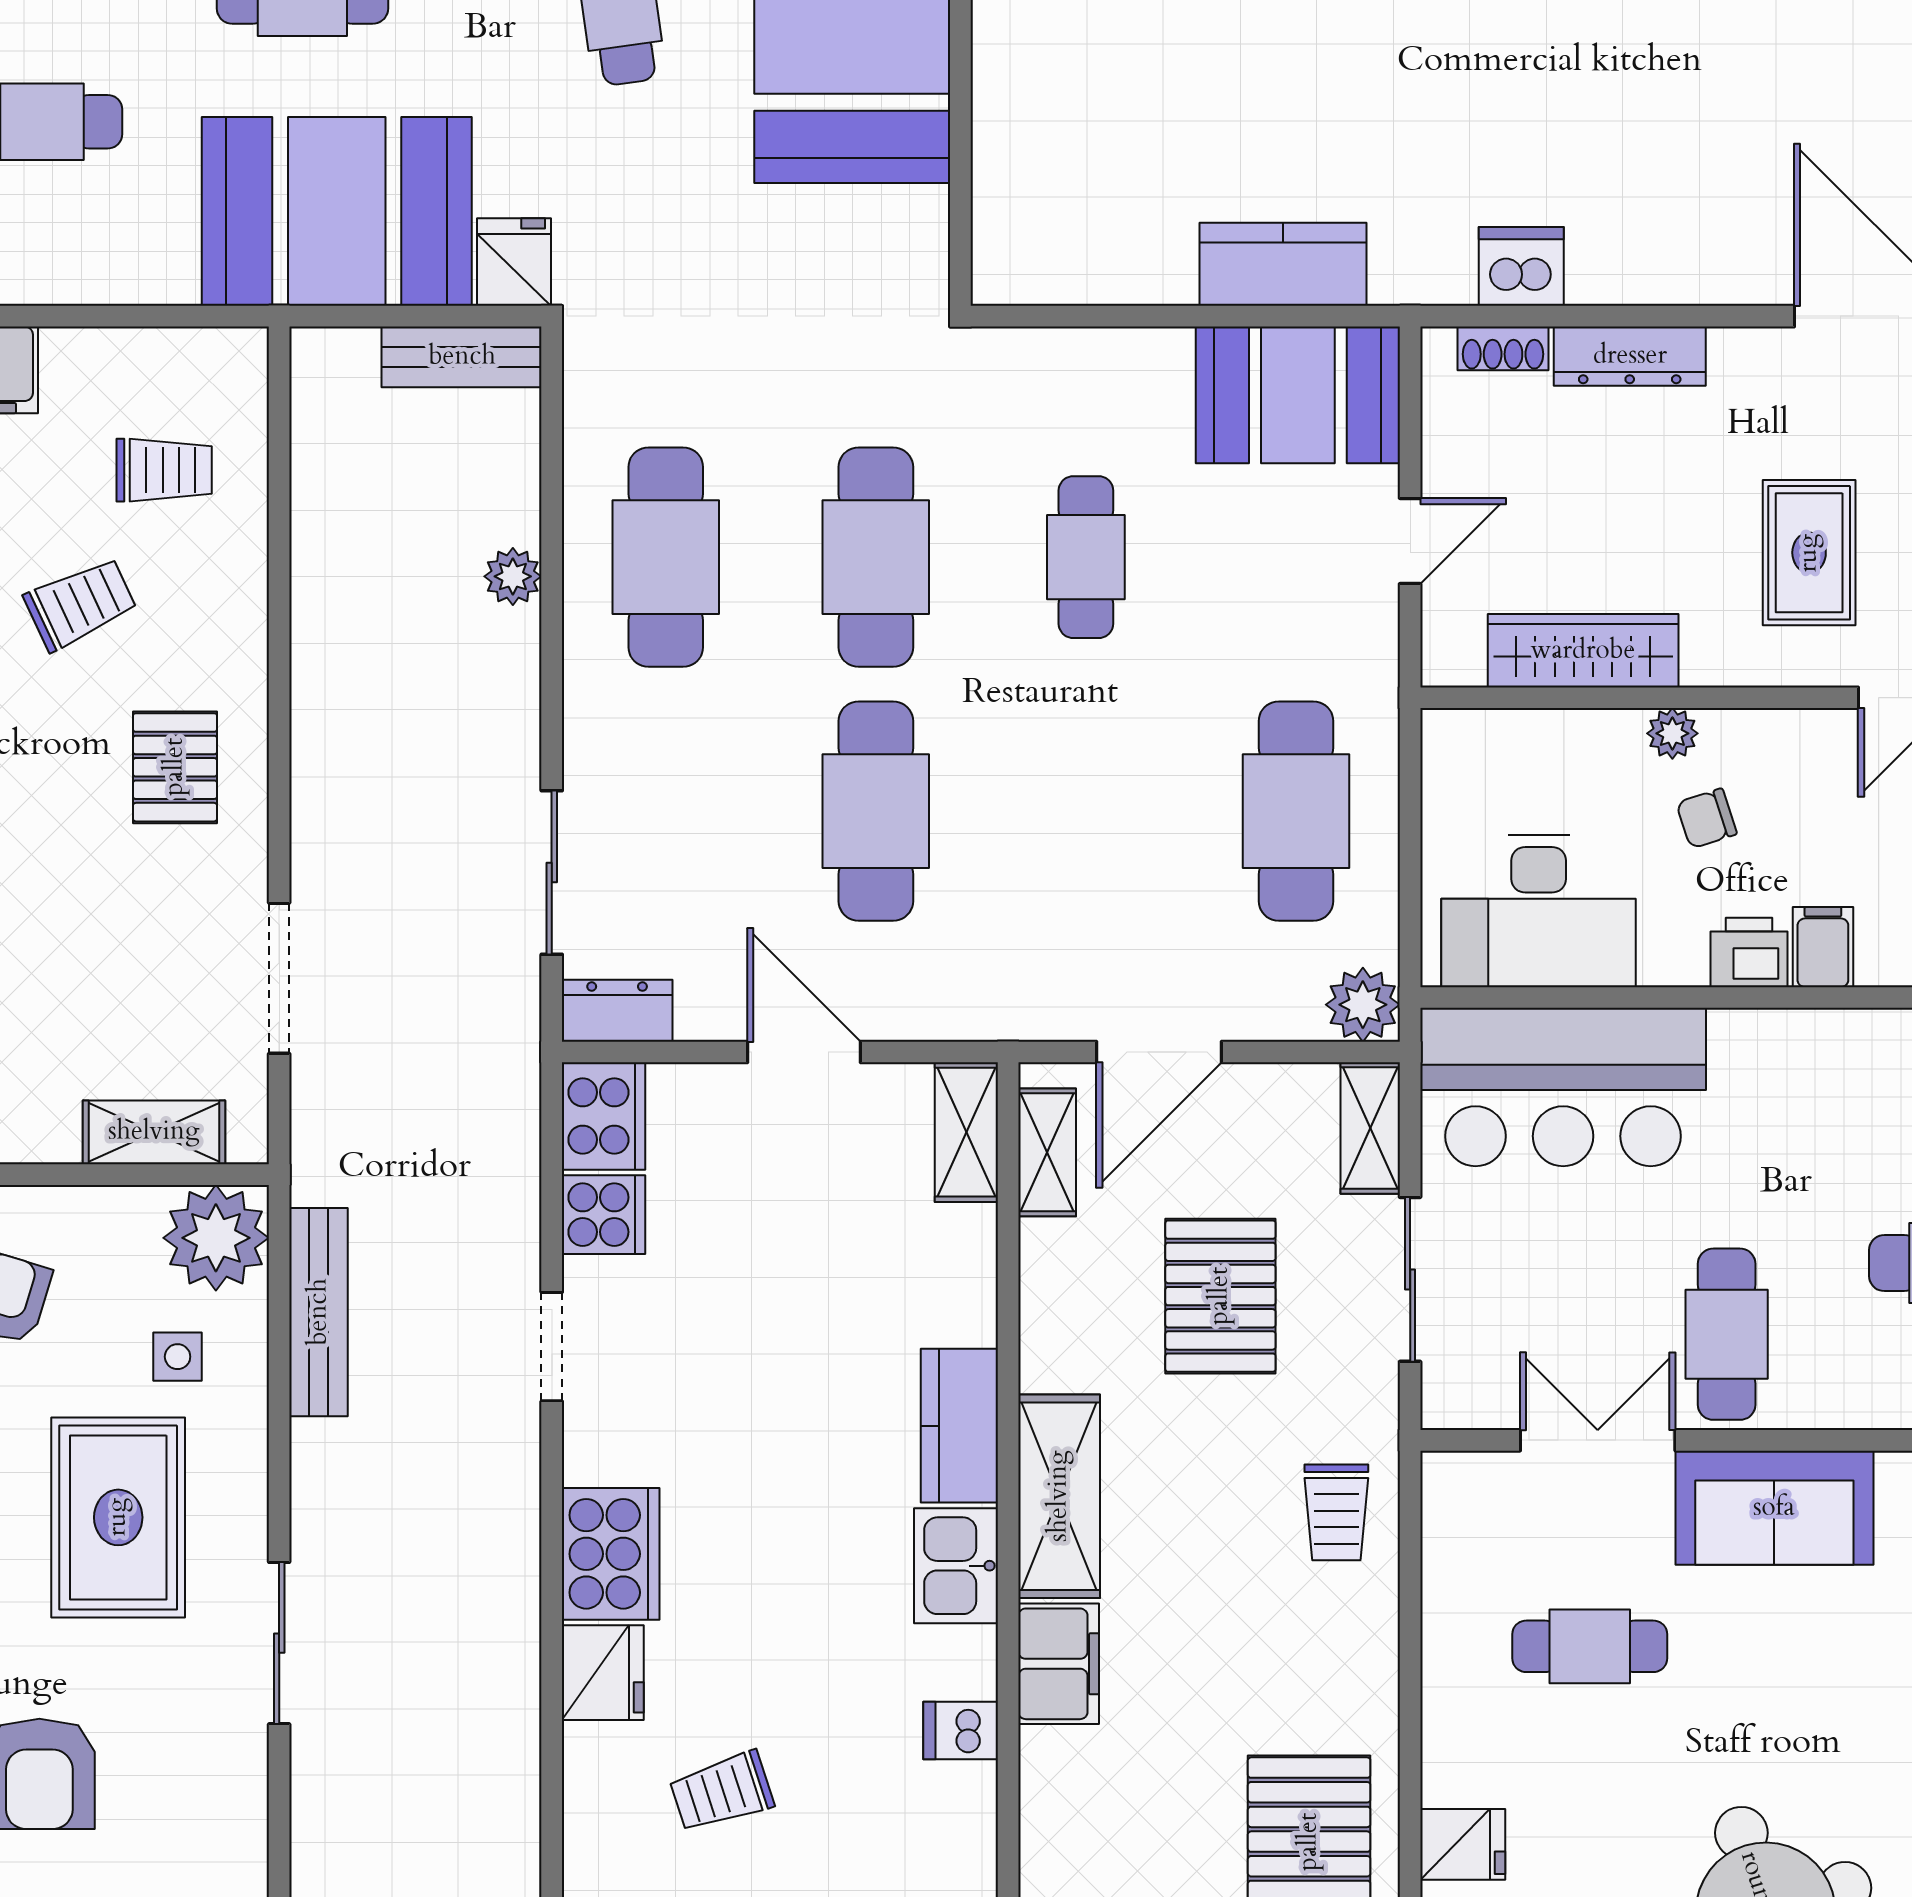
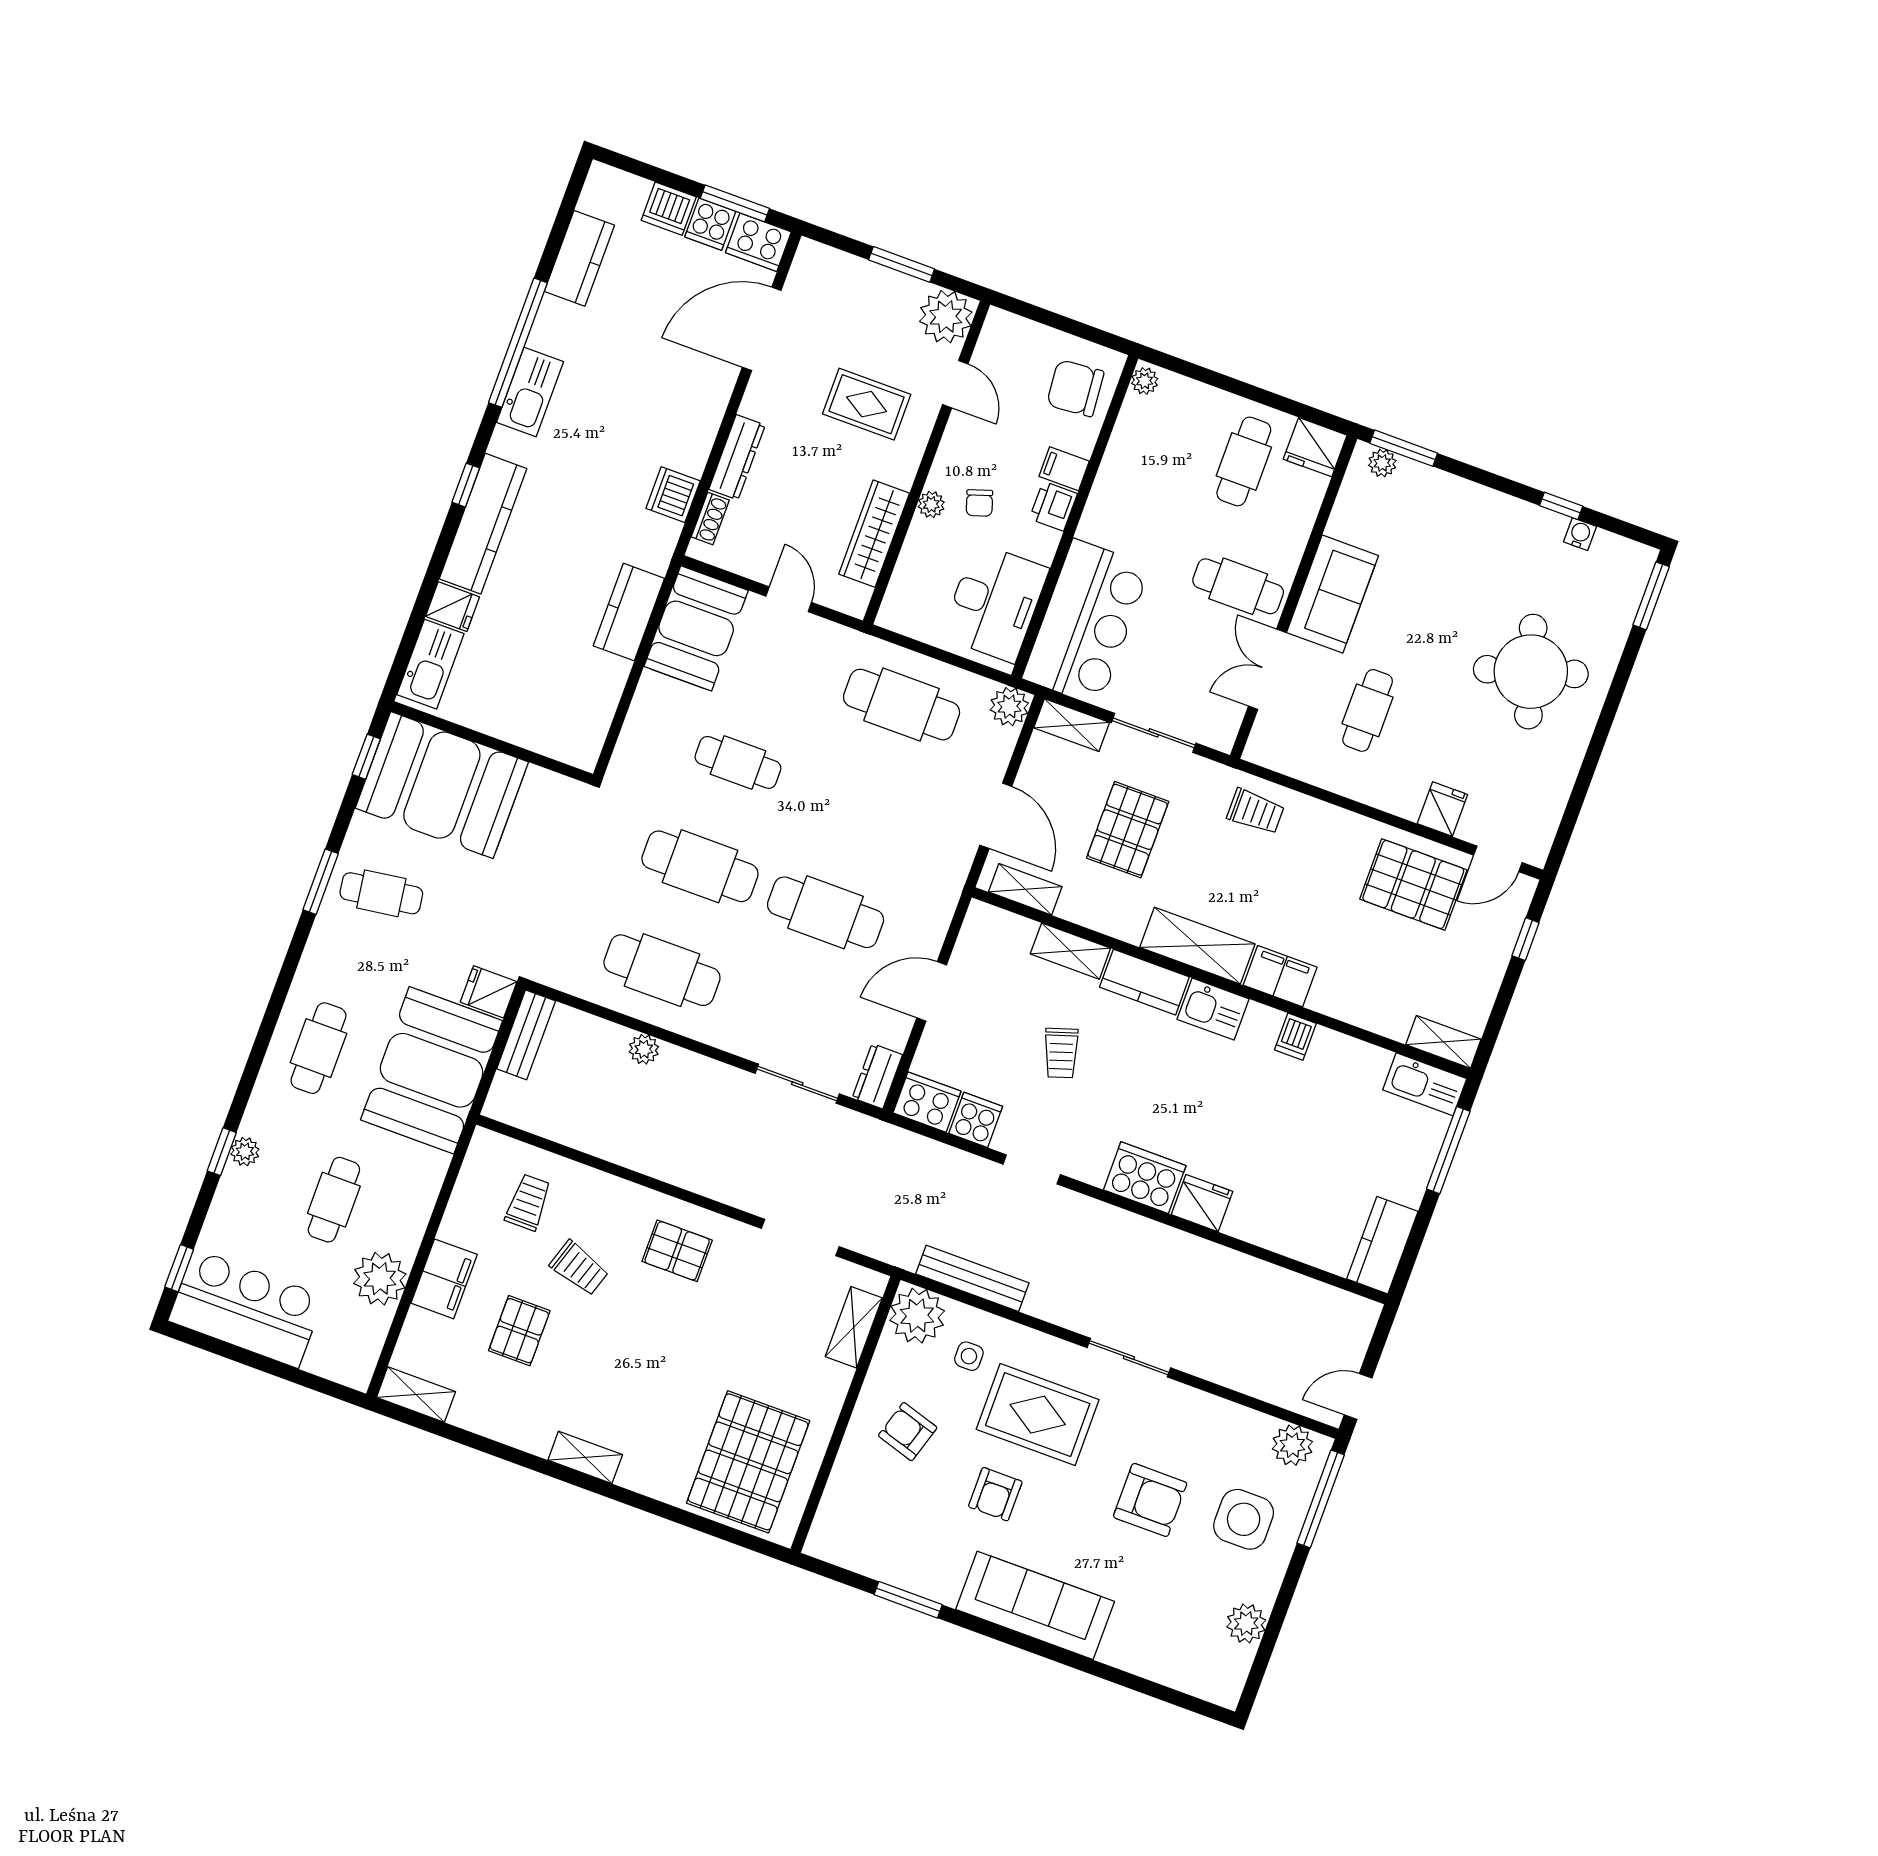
trolley: (80, 604) -> (579, 1268), turned 133
shelving: (966, 1132) -> (1070, 951), moved
pallet: (1220, 1296) -> (1128, 830), turned 90
trolley: (722, 1792) -> (1061, 1053), moved

